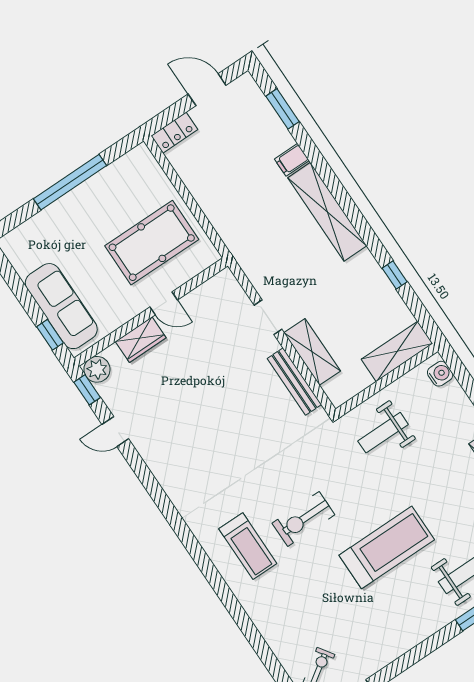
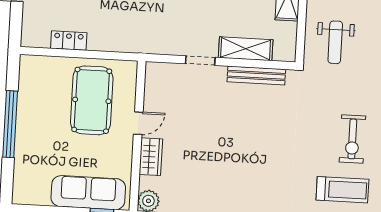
locker: (174, 133) -> (69, 41), moved, turned -90

